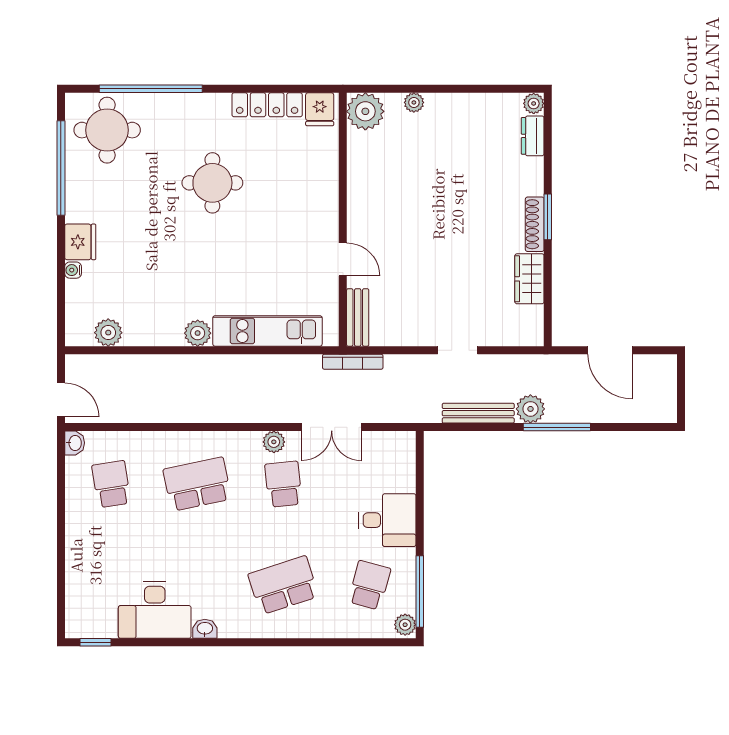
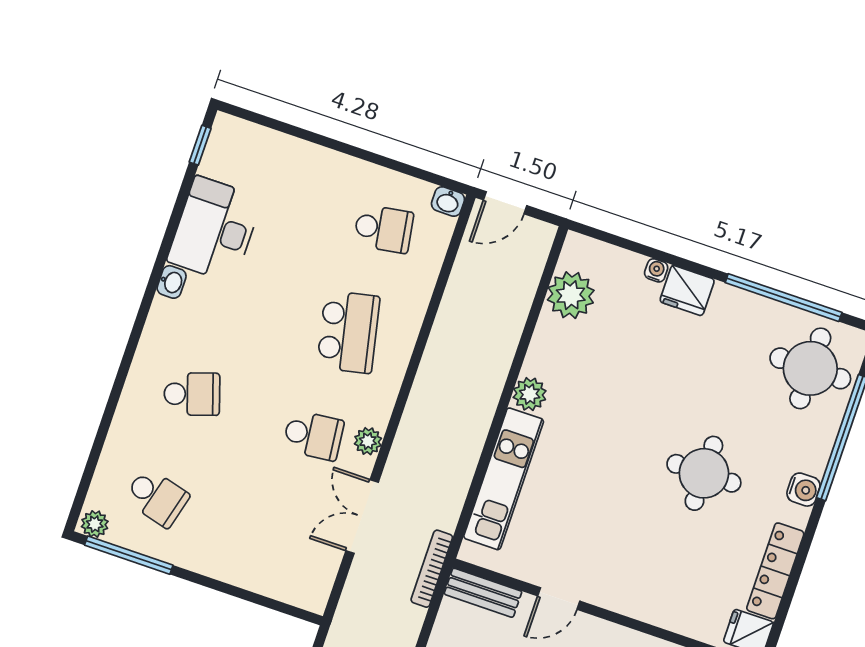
water cooler: (199, 104) -> (803, 490), added
plant: (108, 333) -> (571, 295), width x1.36, depth x1.36
desk: (387, 520) -> (228, 545), removed
school desk: (283, 585) -> (192, 394), width x0.54

